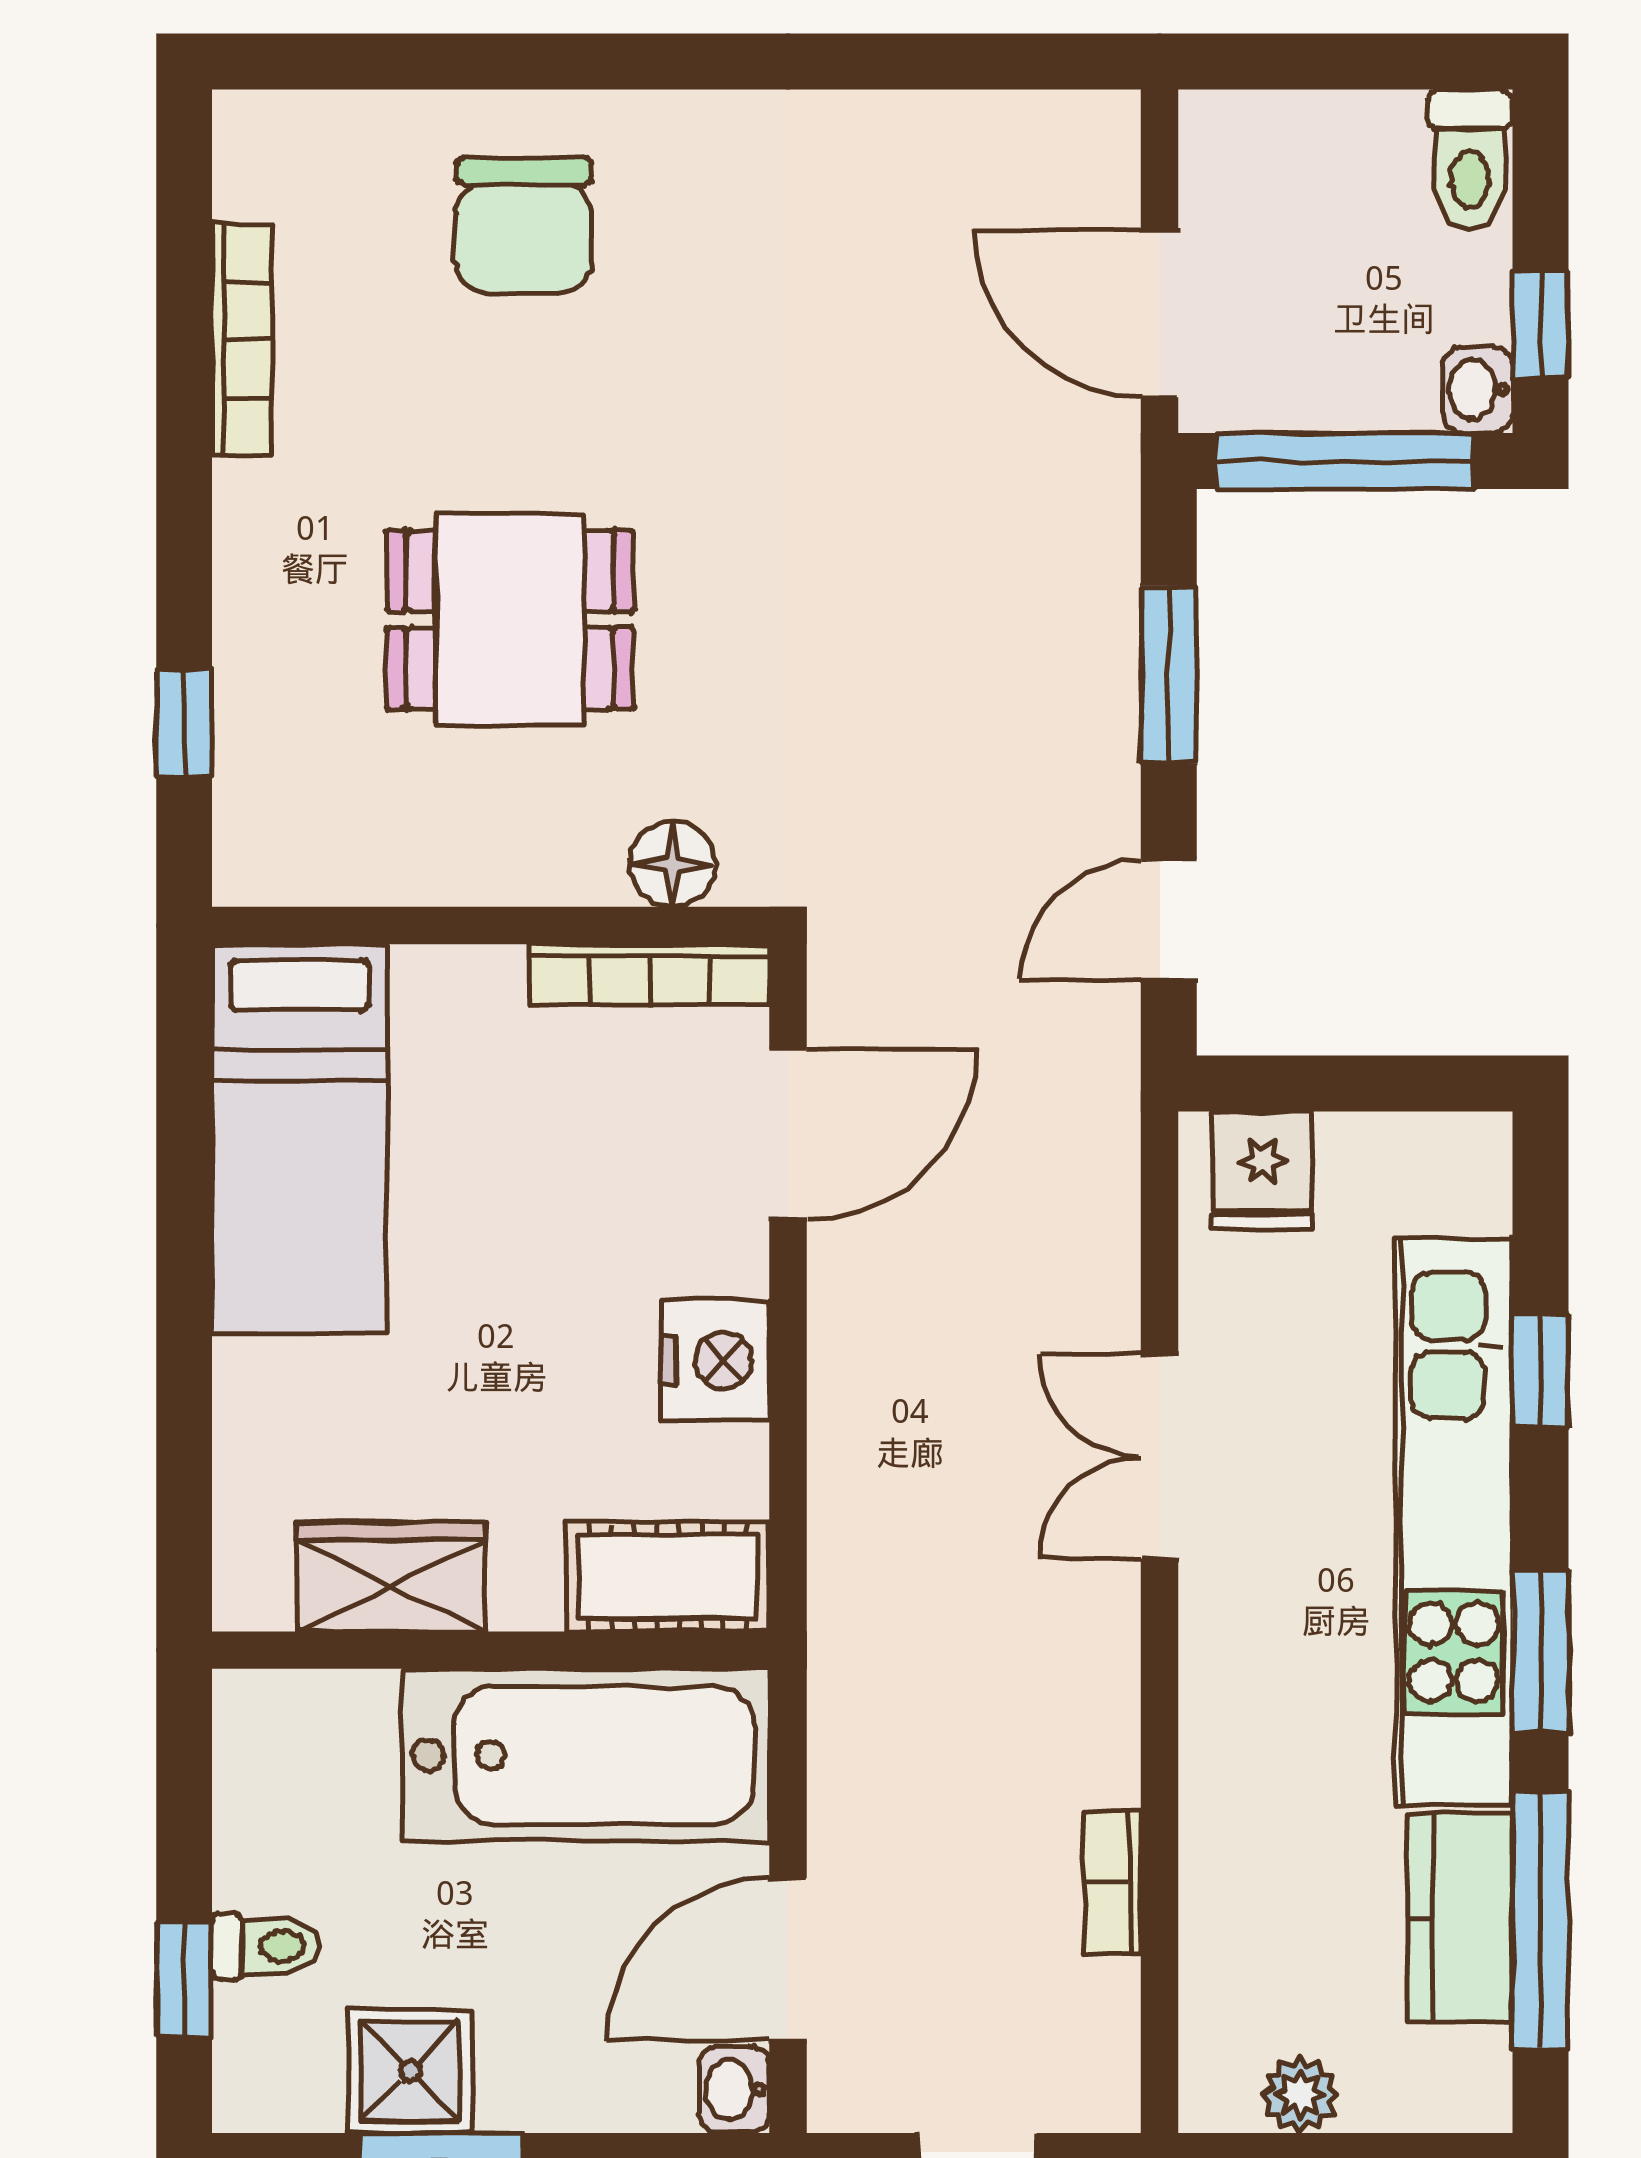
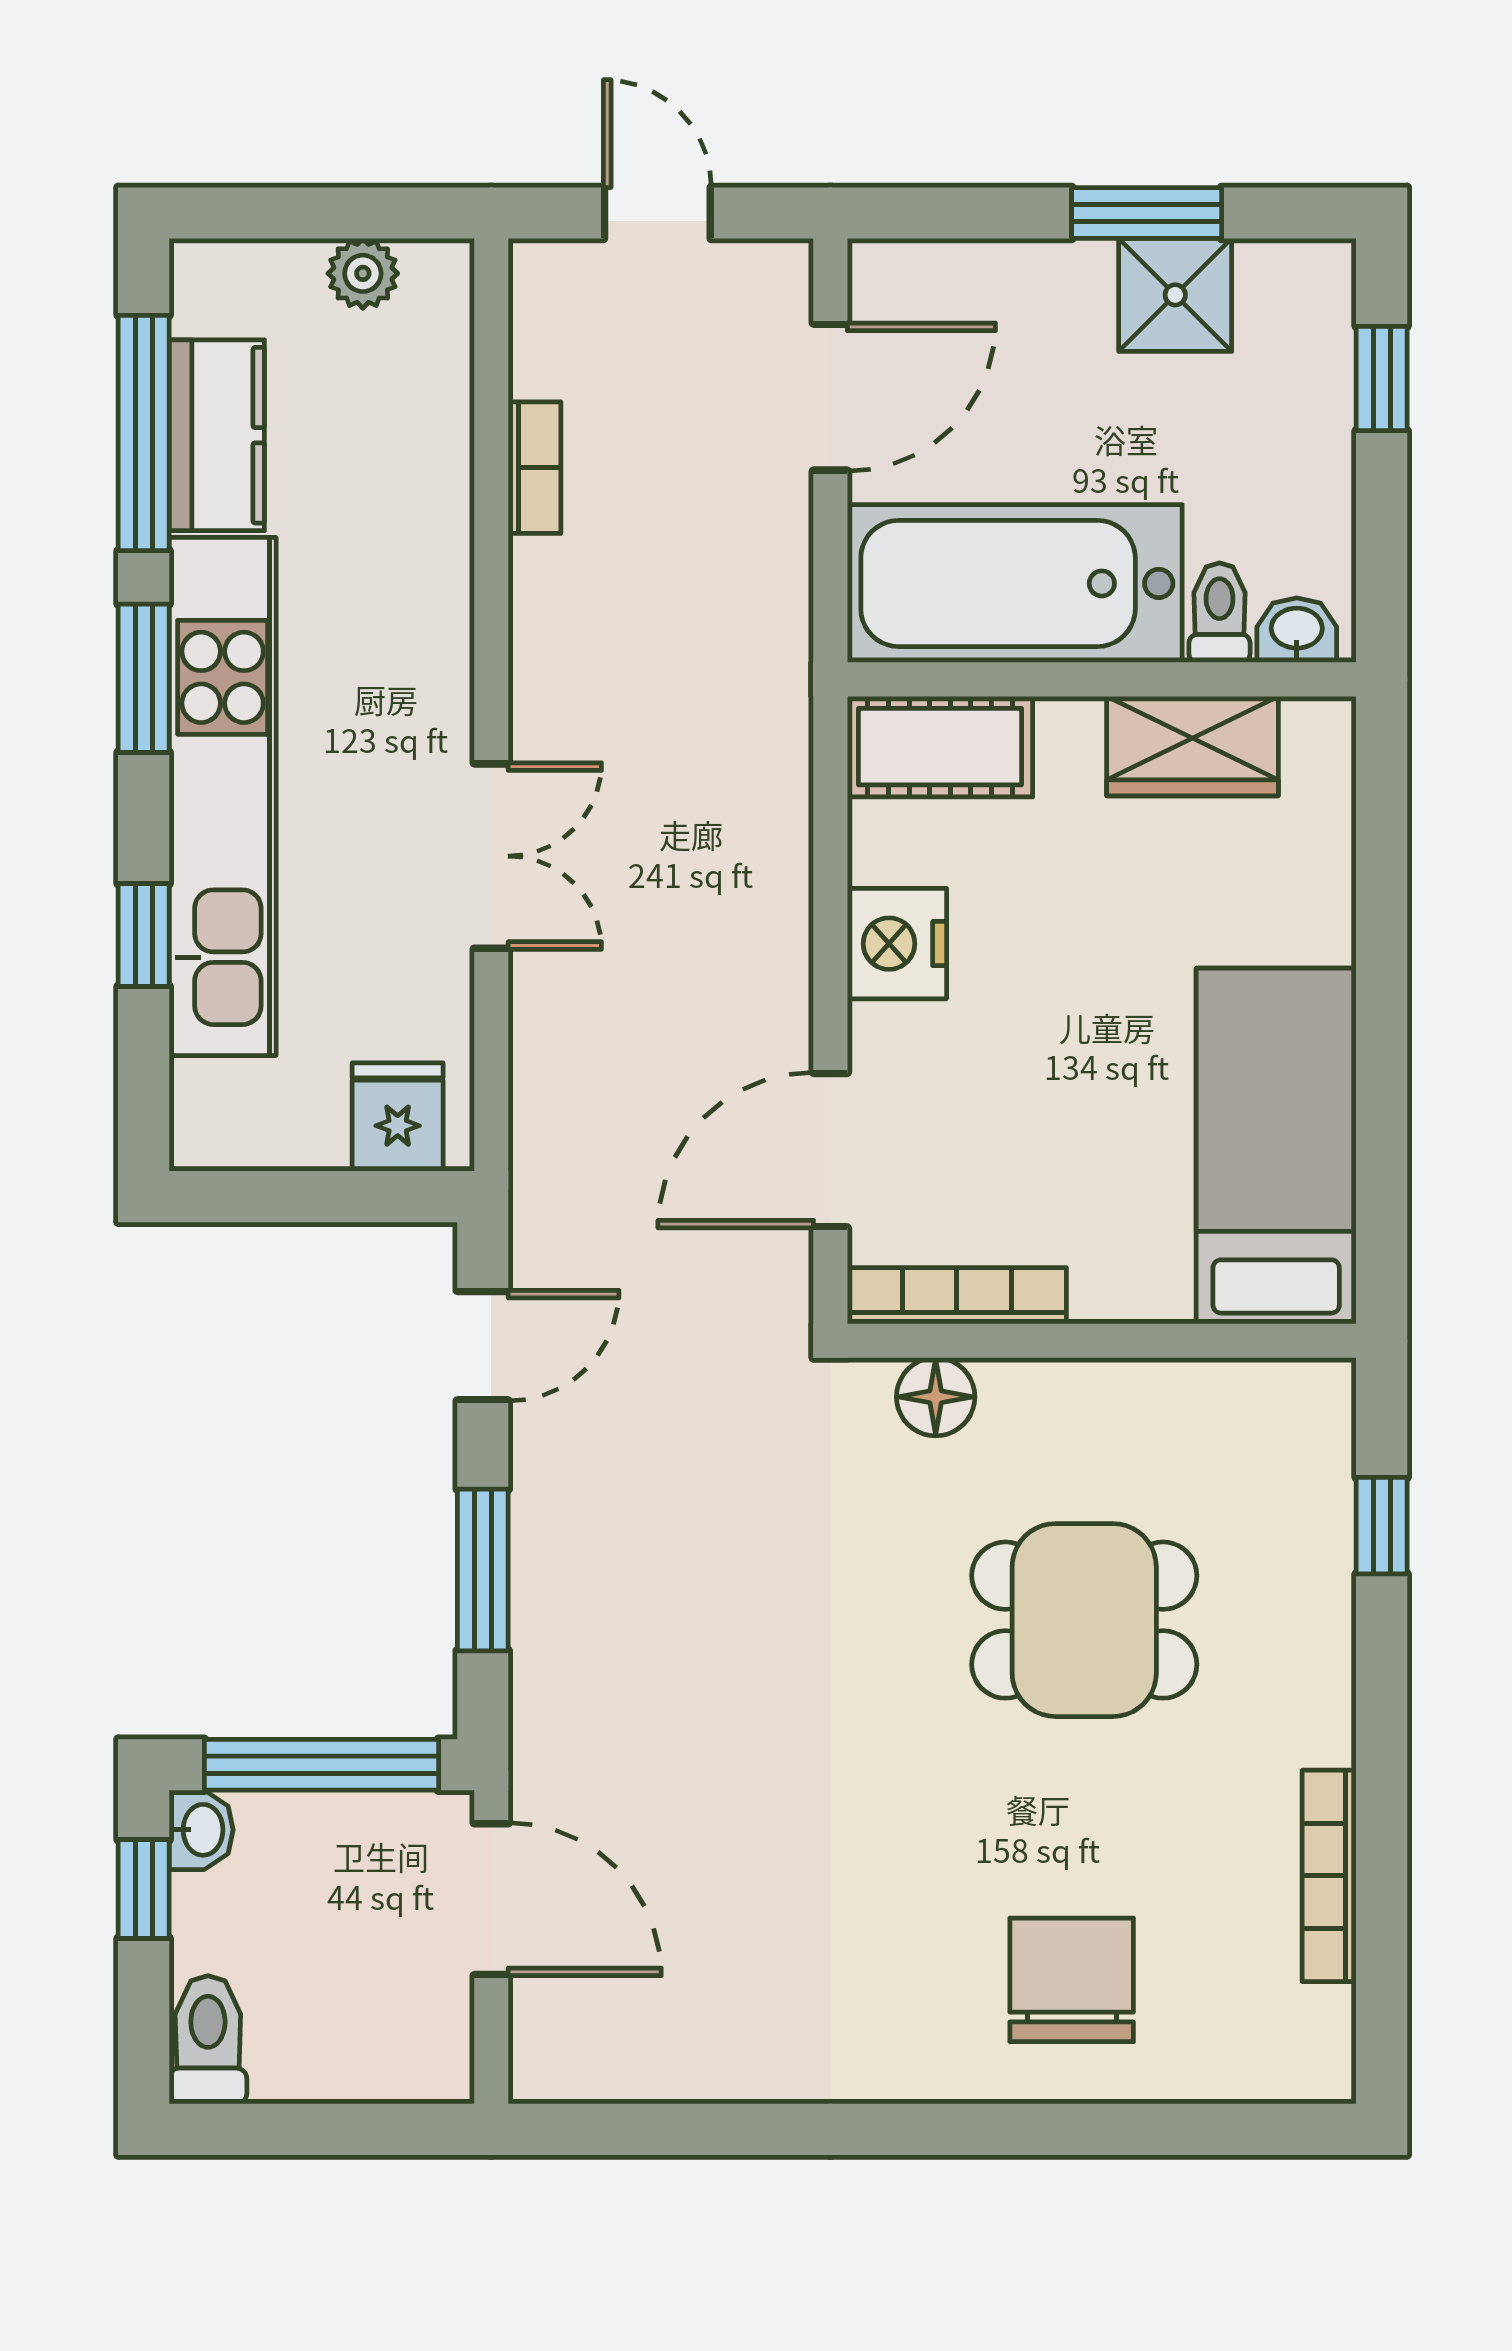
toilet: (267, 1946) -> (1220, 613), moved, turned 90
washbasin: (734, 2089) -> (1297, 630), moved, turned -90

